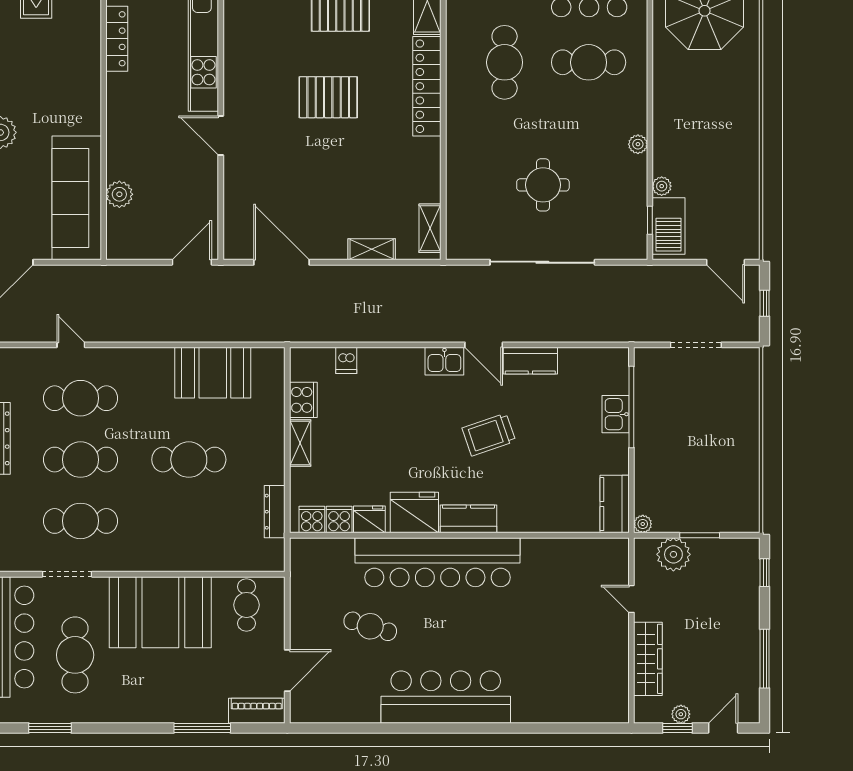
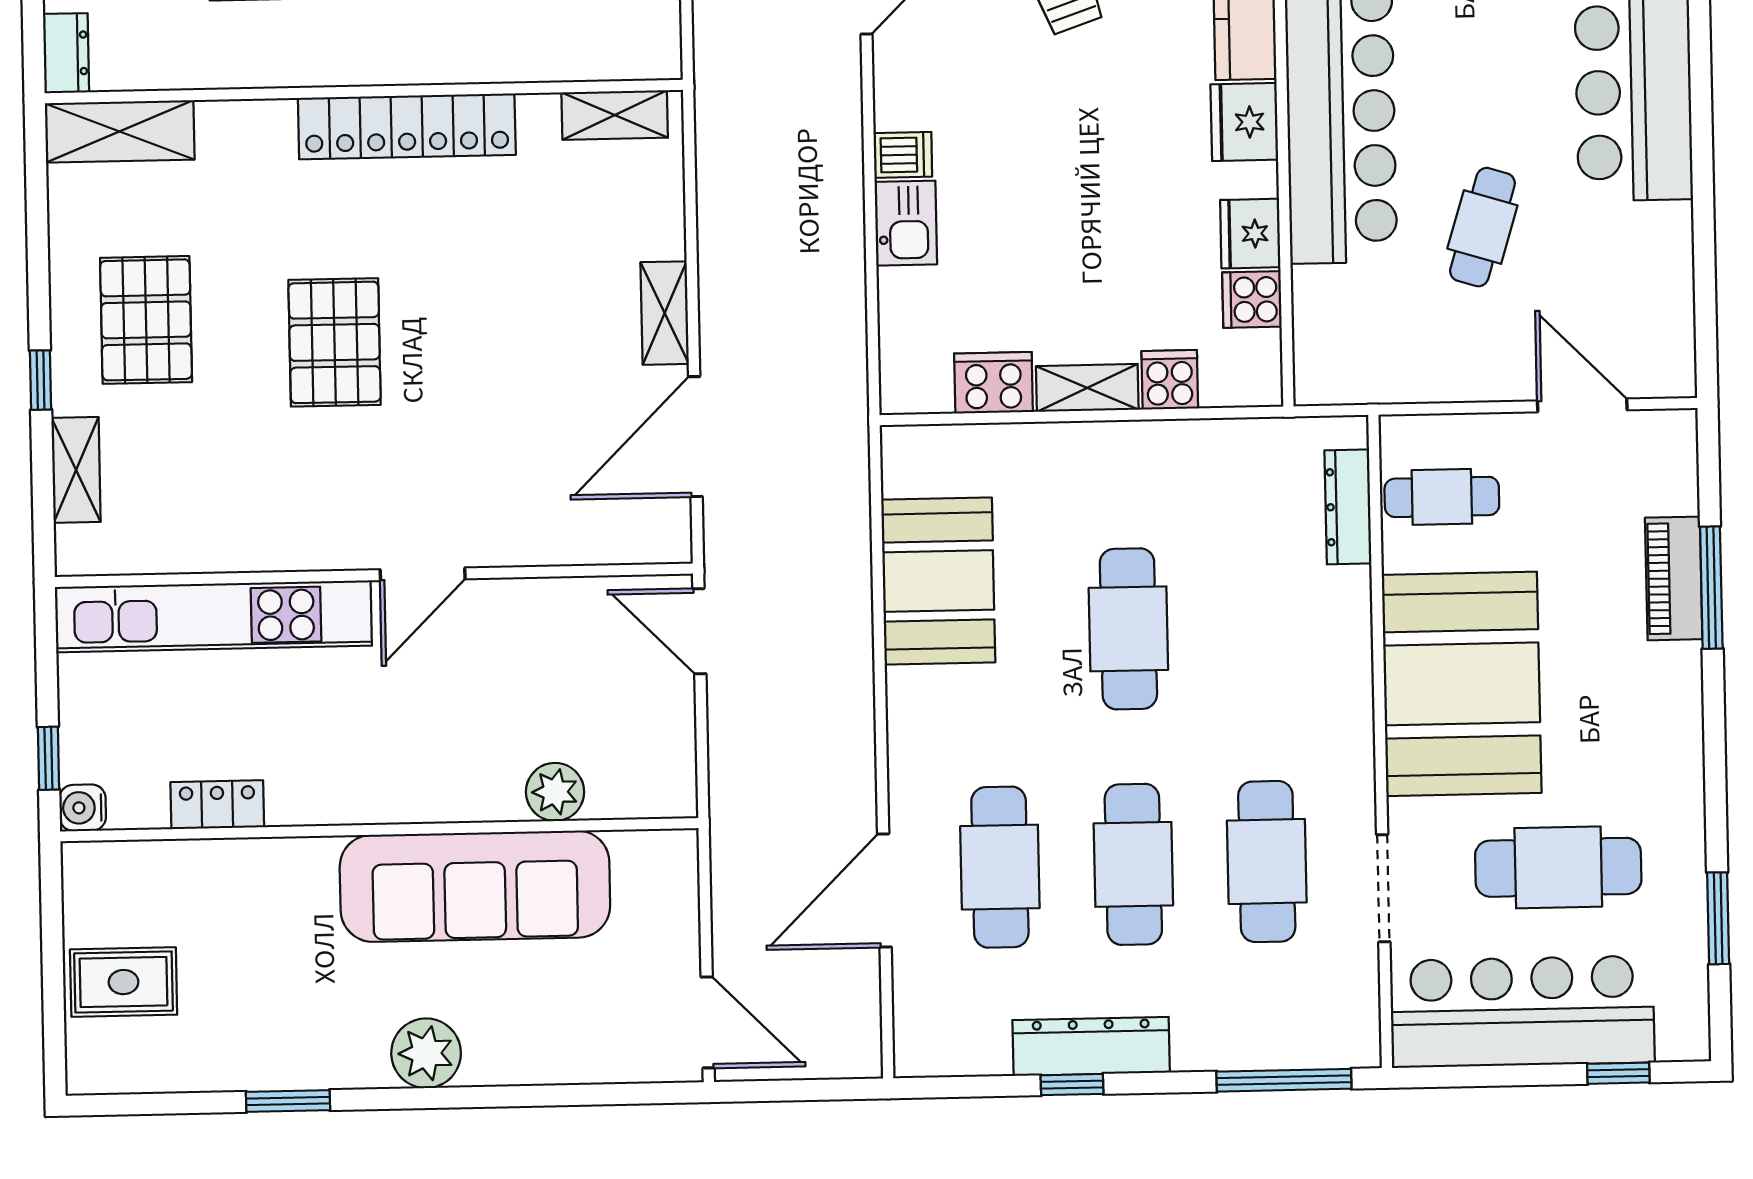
locker: (117, 39) -> (217, 805), width x0.66
locker: (427, 86) -> (407, 126), moved
sofa: (77, 198) -> (475, 886), moved
shelving: (372, 249) -> (665, 313), moved
door: (71, 345) -> (884, 891), width x1.87
dishwasher: (346, 360) -> (903, 155), moved
kitchen sink: (444, 361) -> (906, 223), moved
dresser: (275, 512) -> (1348, 507), moved, turned 90
fridge: (414, 513) -> (1244, 122), width x0.73, depth x0.75
cooker: (312, 520) -> (1170, 380), moved, turned 90
piano: (257, 711) -> (1674, 578), moved

